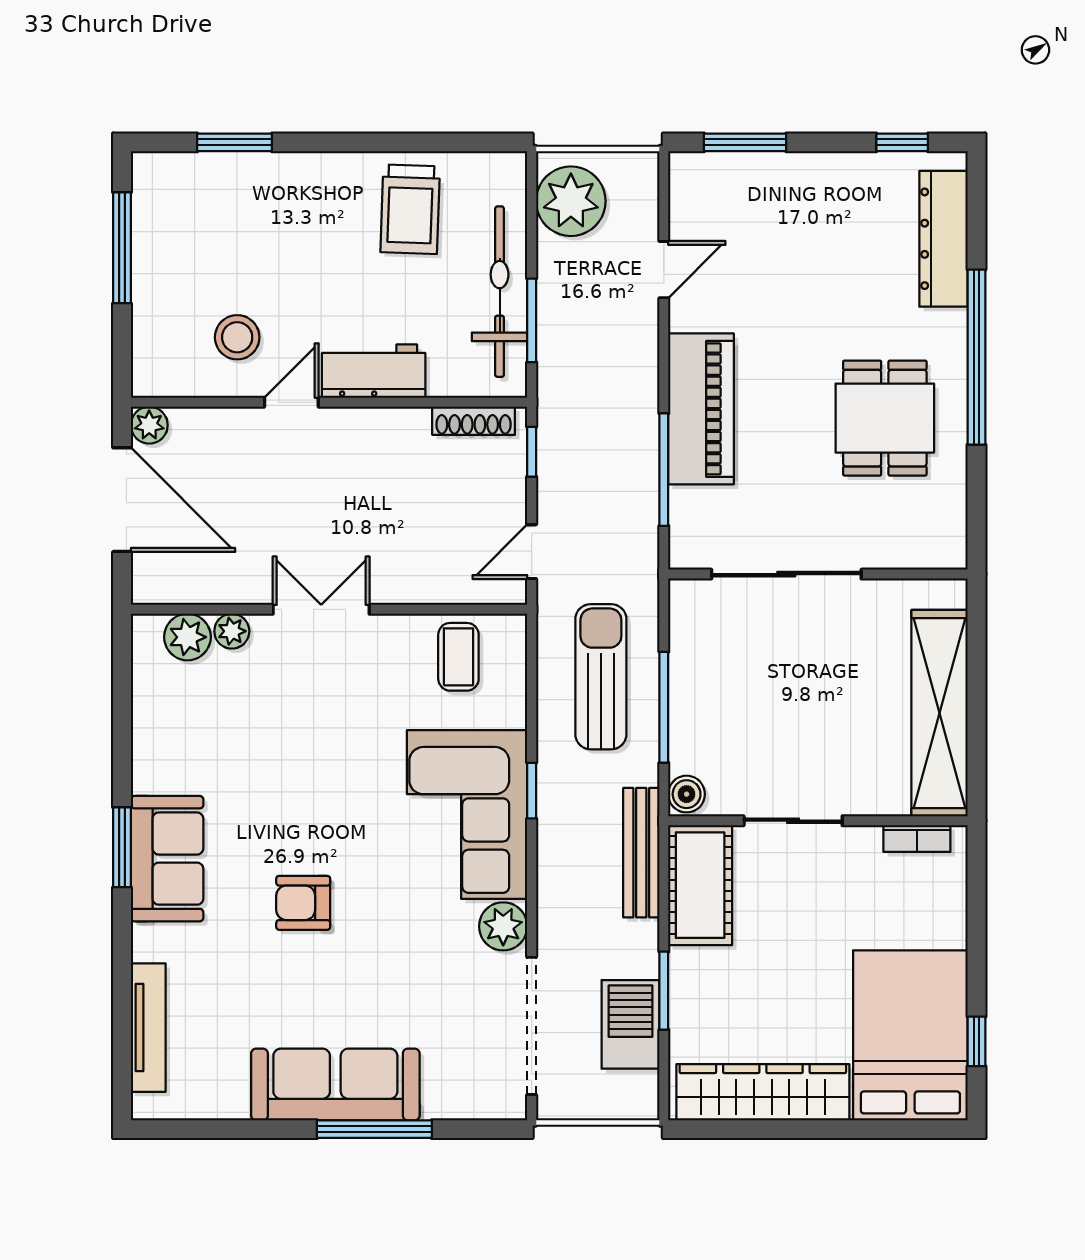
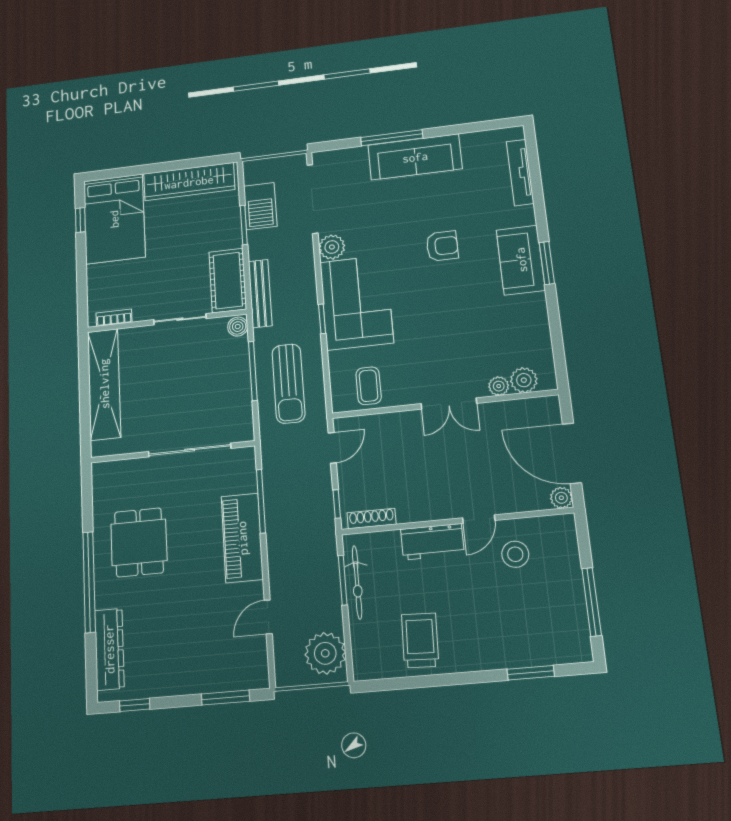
bicycle: (500, 292) -> (357, 582), width x0.73, depth x0.71

